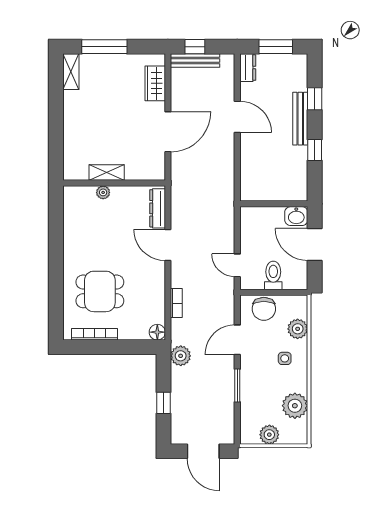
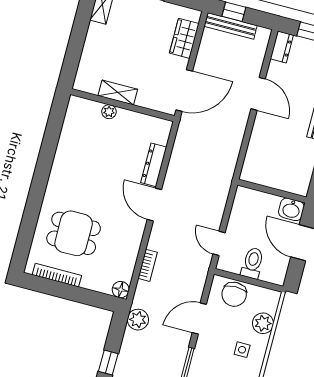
shelving: (107, 172) -> (118, 93), moved
wall: (114, 183) -> (122, 105), moved
plant: (103, 192) -> (109, 112), moved

